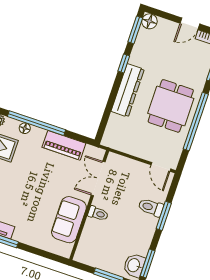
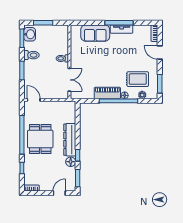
floor lamp: (149, 21) -> (71, 162), moved
door: (190, 24) -> (59, 193), moved
piano: (64, 145) -> (107, 93), moved
toilet: (151, 207) -> (31, 55), moved
sofa: (69, 220) -> (95, 33), moved, turned 90

